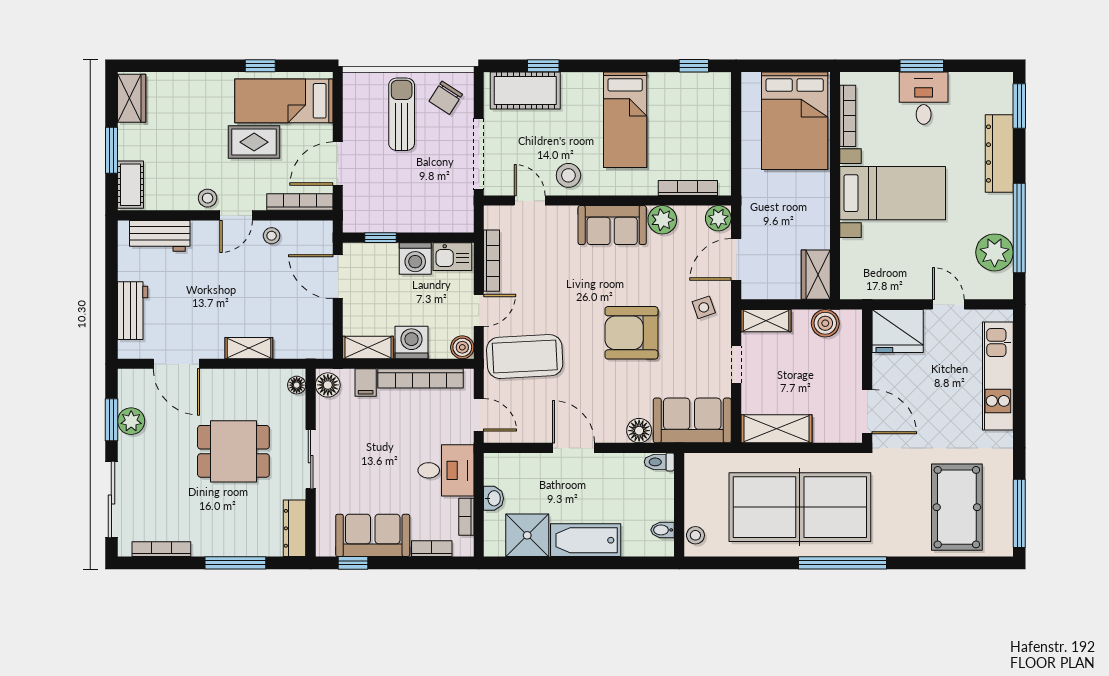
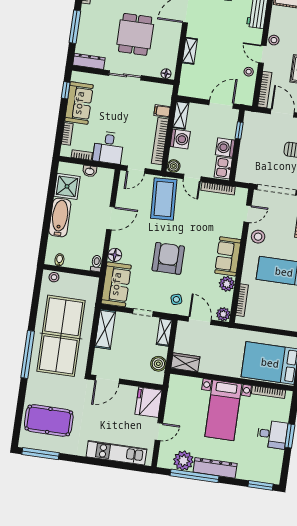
dresser: (999, 154) -> (215, 468), moved
floor lamp: (328, 385) -> (164, 90), removed

